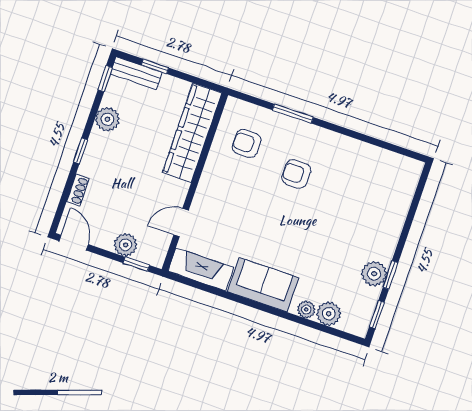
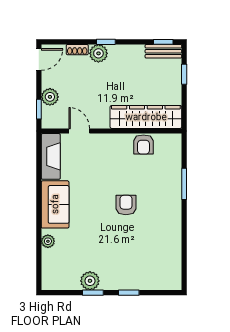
bench: (136, 73) -> (163, 51), moved, turned 90
plant: (107, 119) -> (98, 53), moved
armchair: (247, 143) -> (143, 144), moved, turned 180
armchair: (296, 174) -> (126, 205), moved
plant: (329, 314) -> (50, 258), removed
window: (377, 315) -> (129, 293), moved

